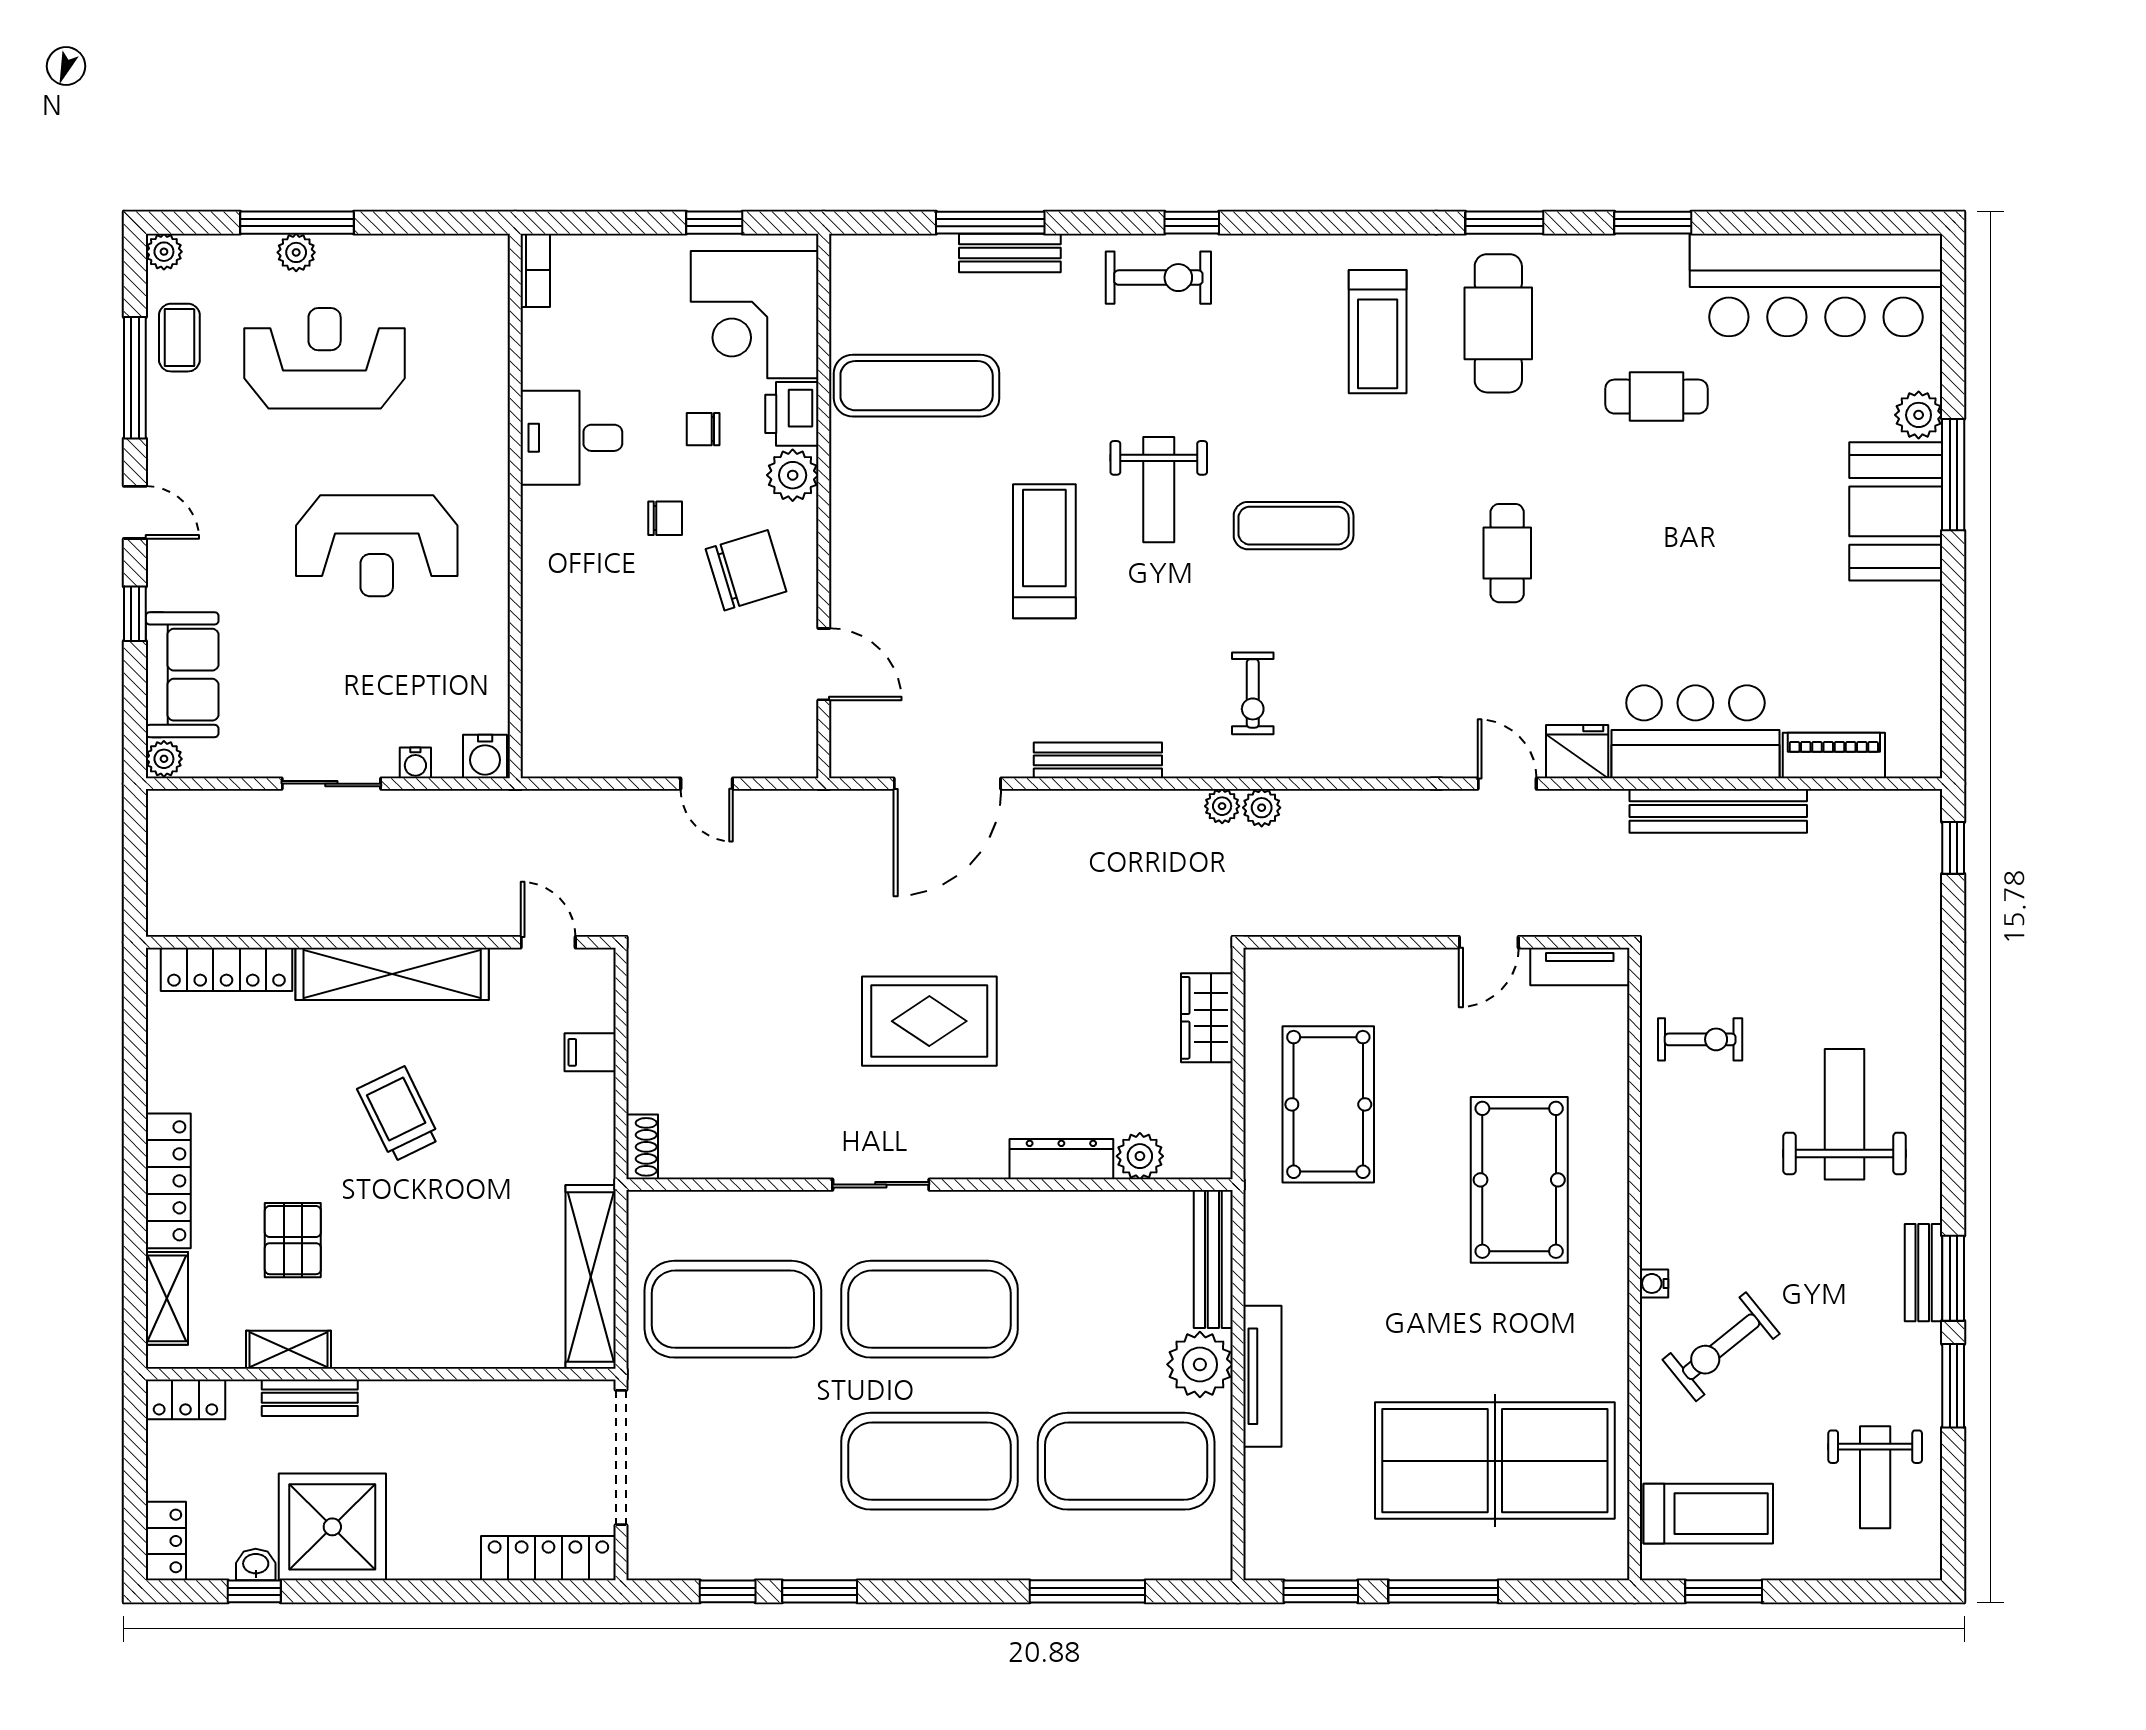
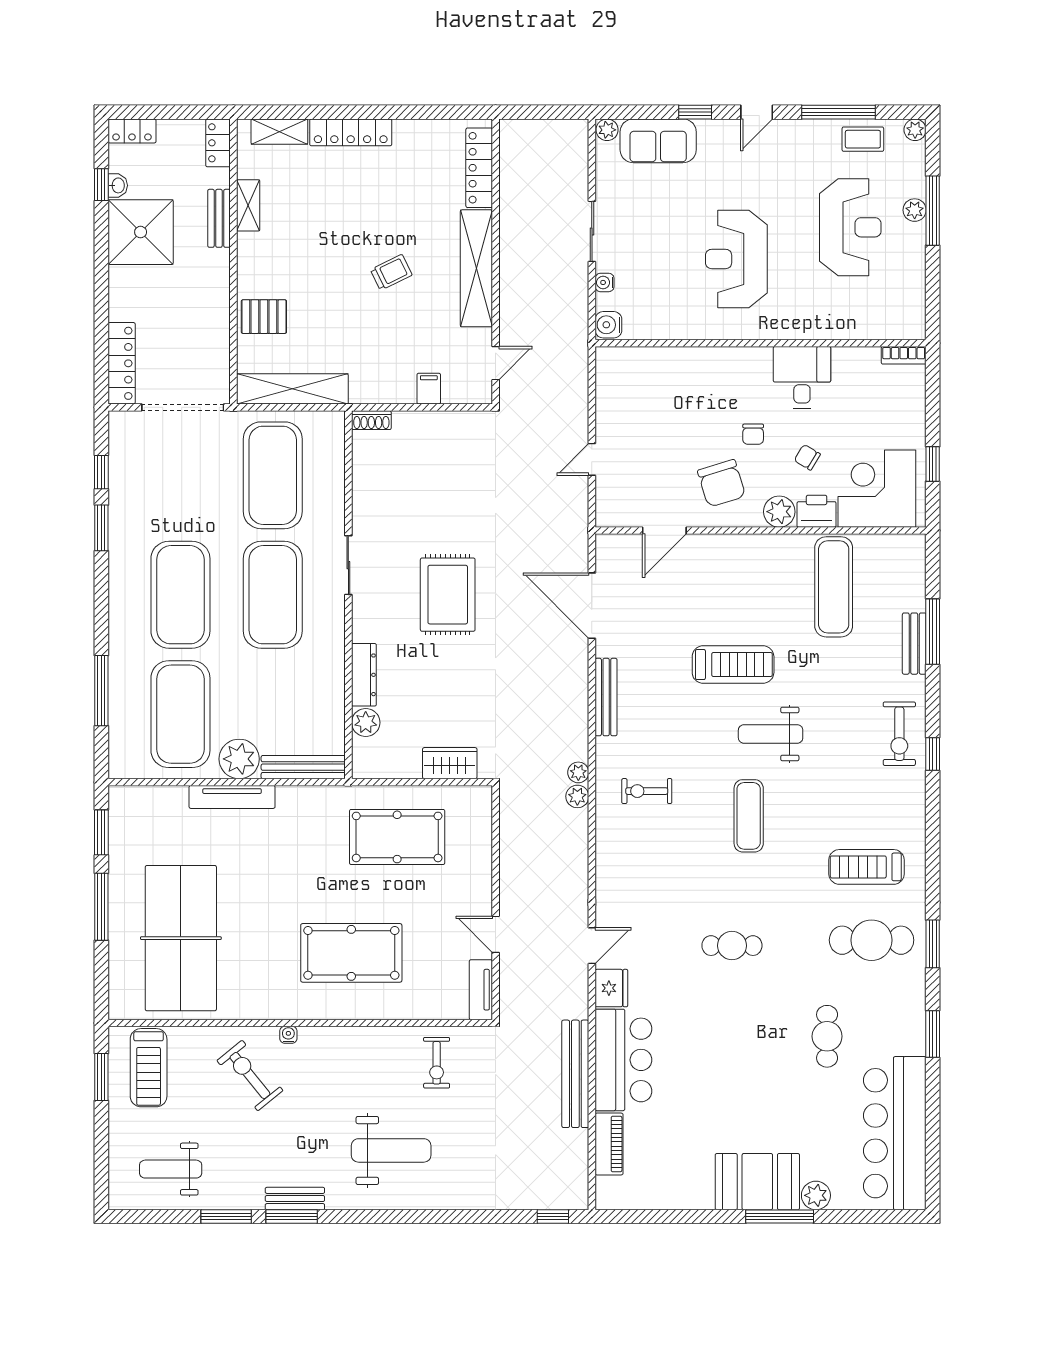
chair: (703, 429) -> (807, 457), turned -59
trolley: (399, 1114) -> (391, 272), width x0.73, depth x0.72
pallet: (293, 1240) -> (264, 317), moved

